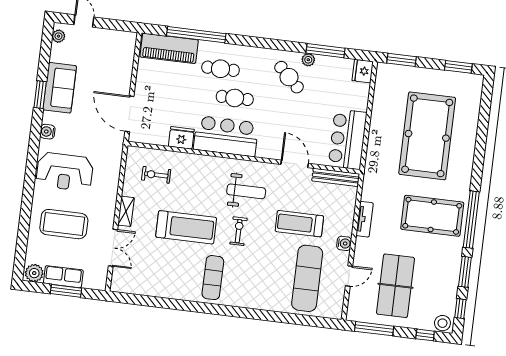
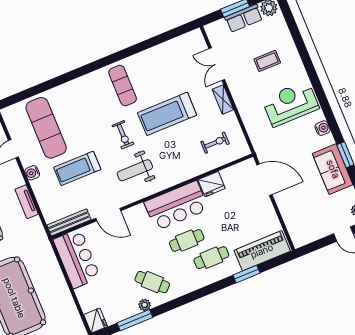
window: (196, 35) -> (246, 274), width x0.47
coffee table: (64, 224) -> (267, 61), width x0.54, depth x0.58
treadmill: (299, 224) -> (77, 168), turned 180

